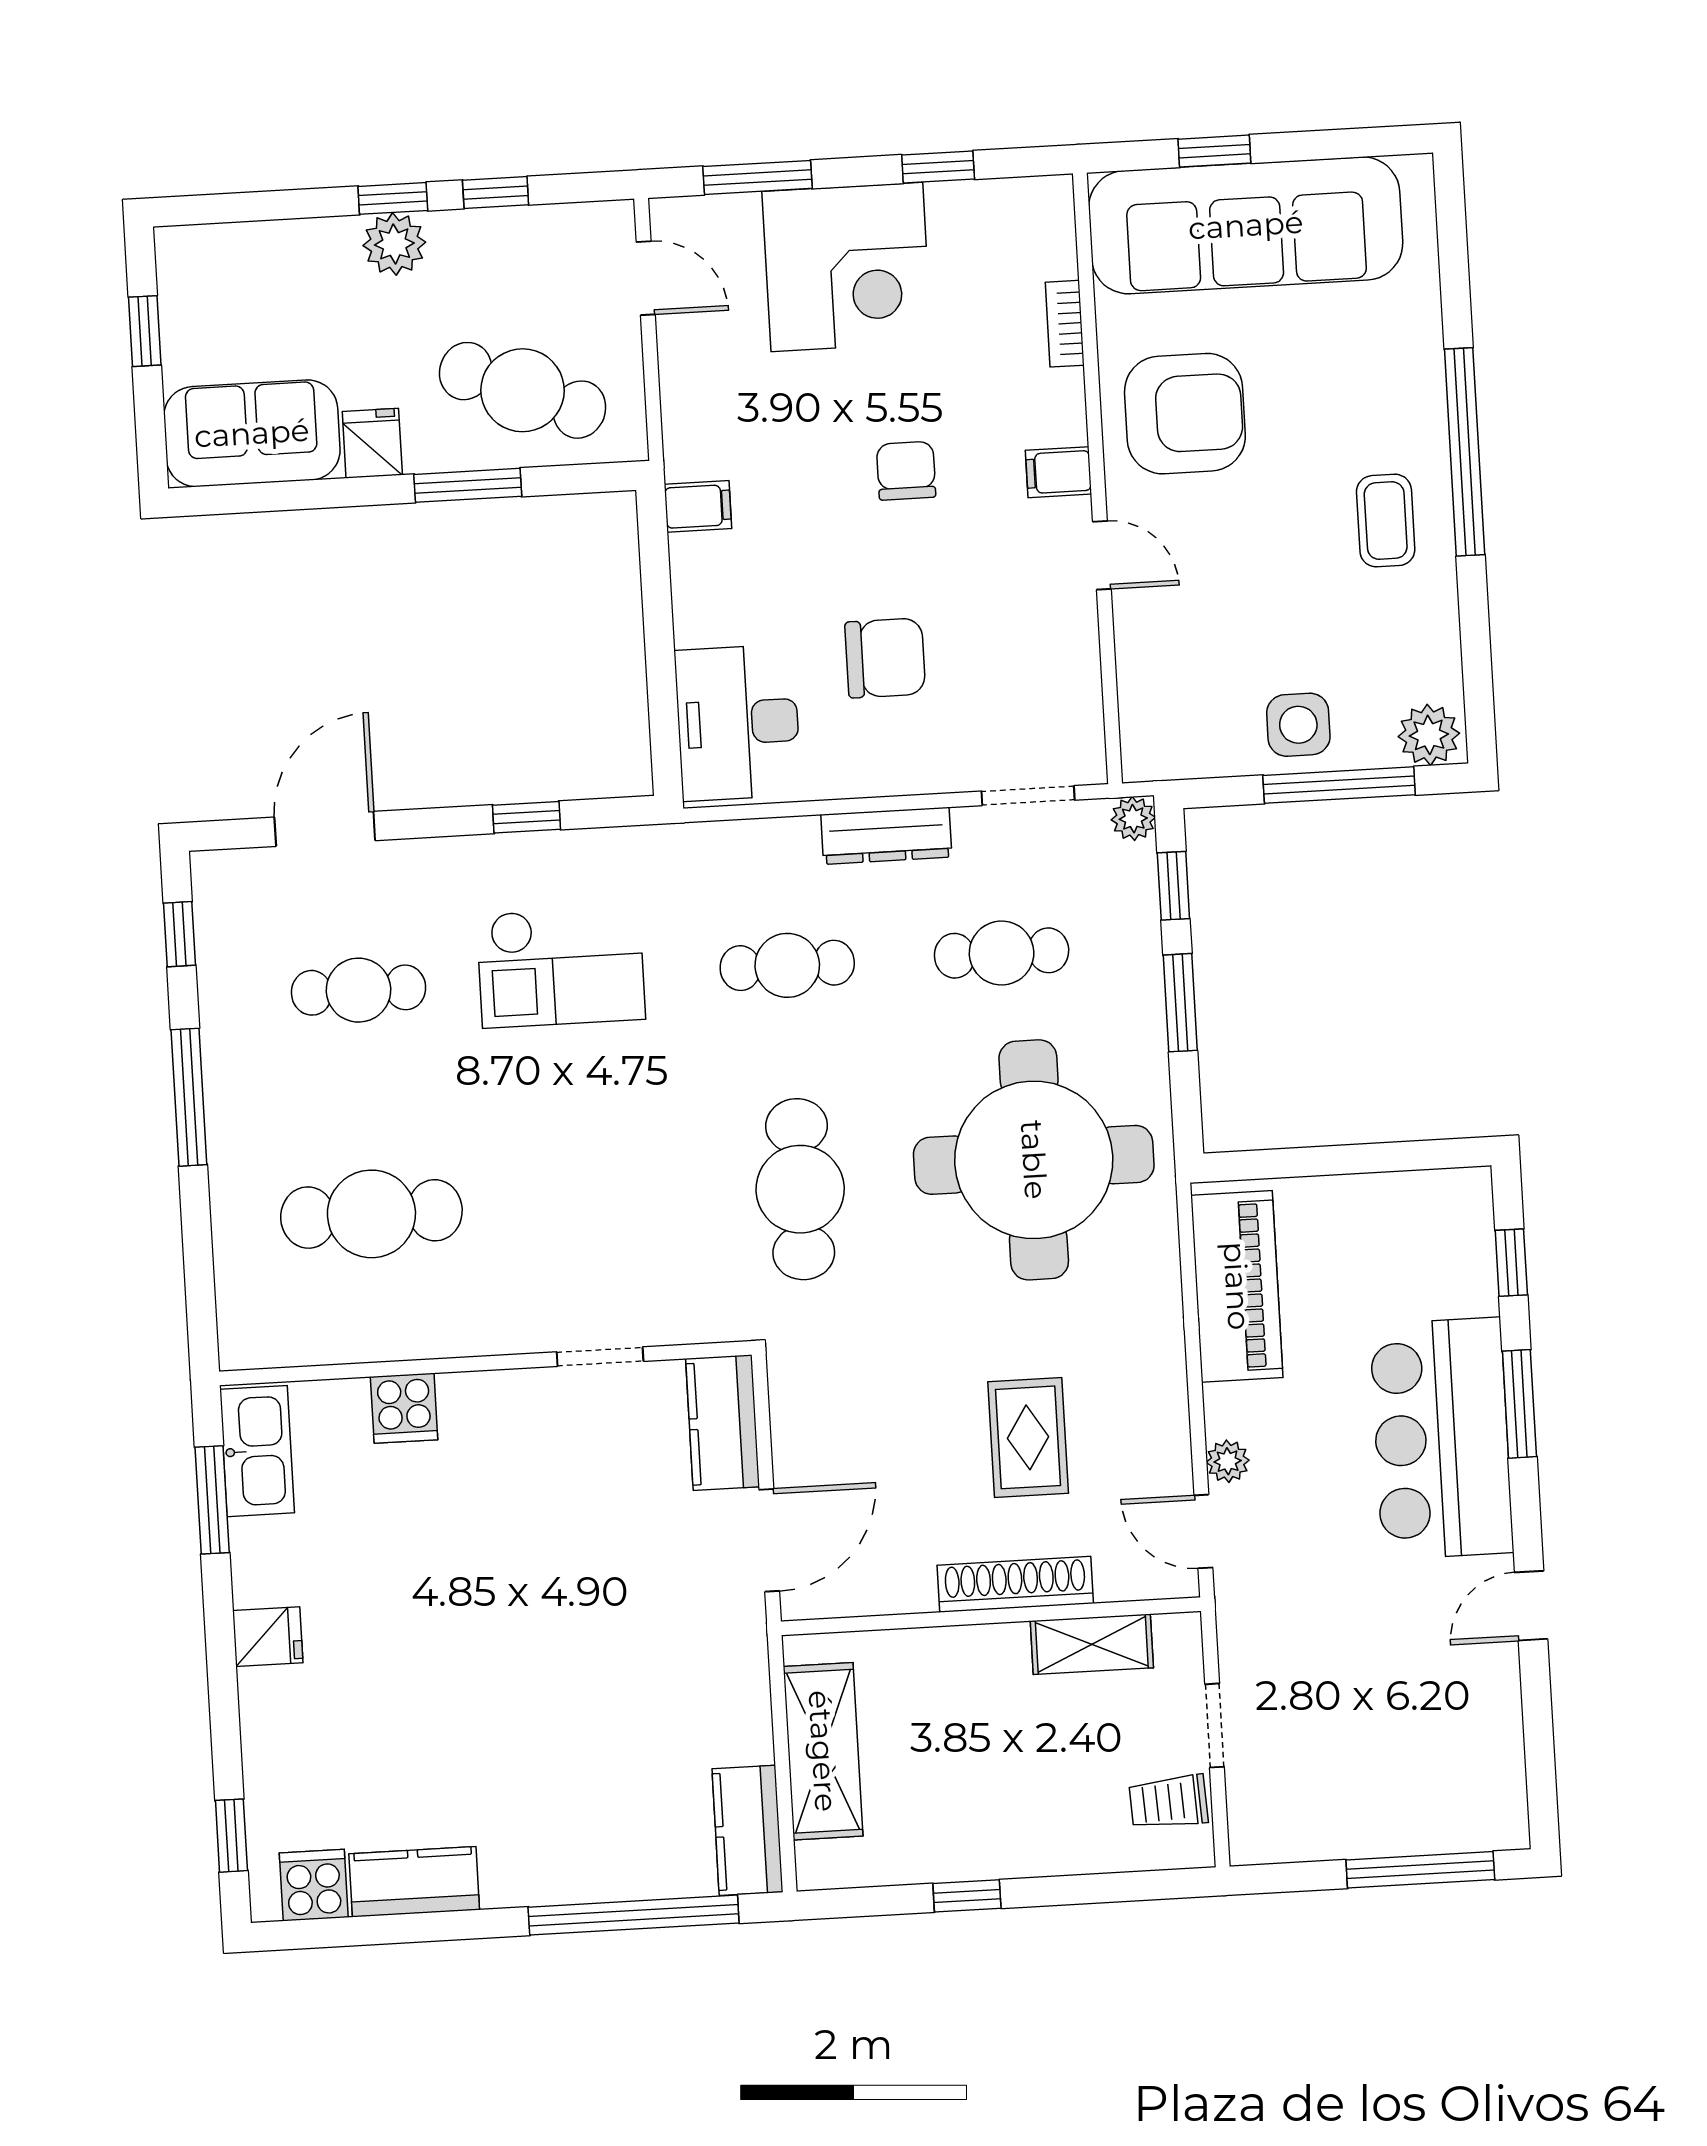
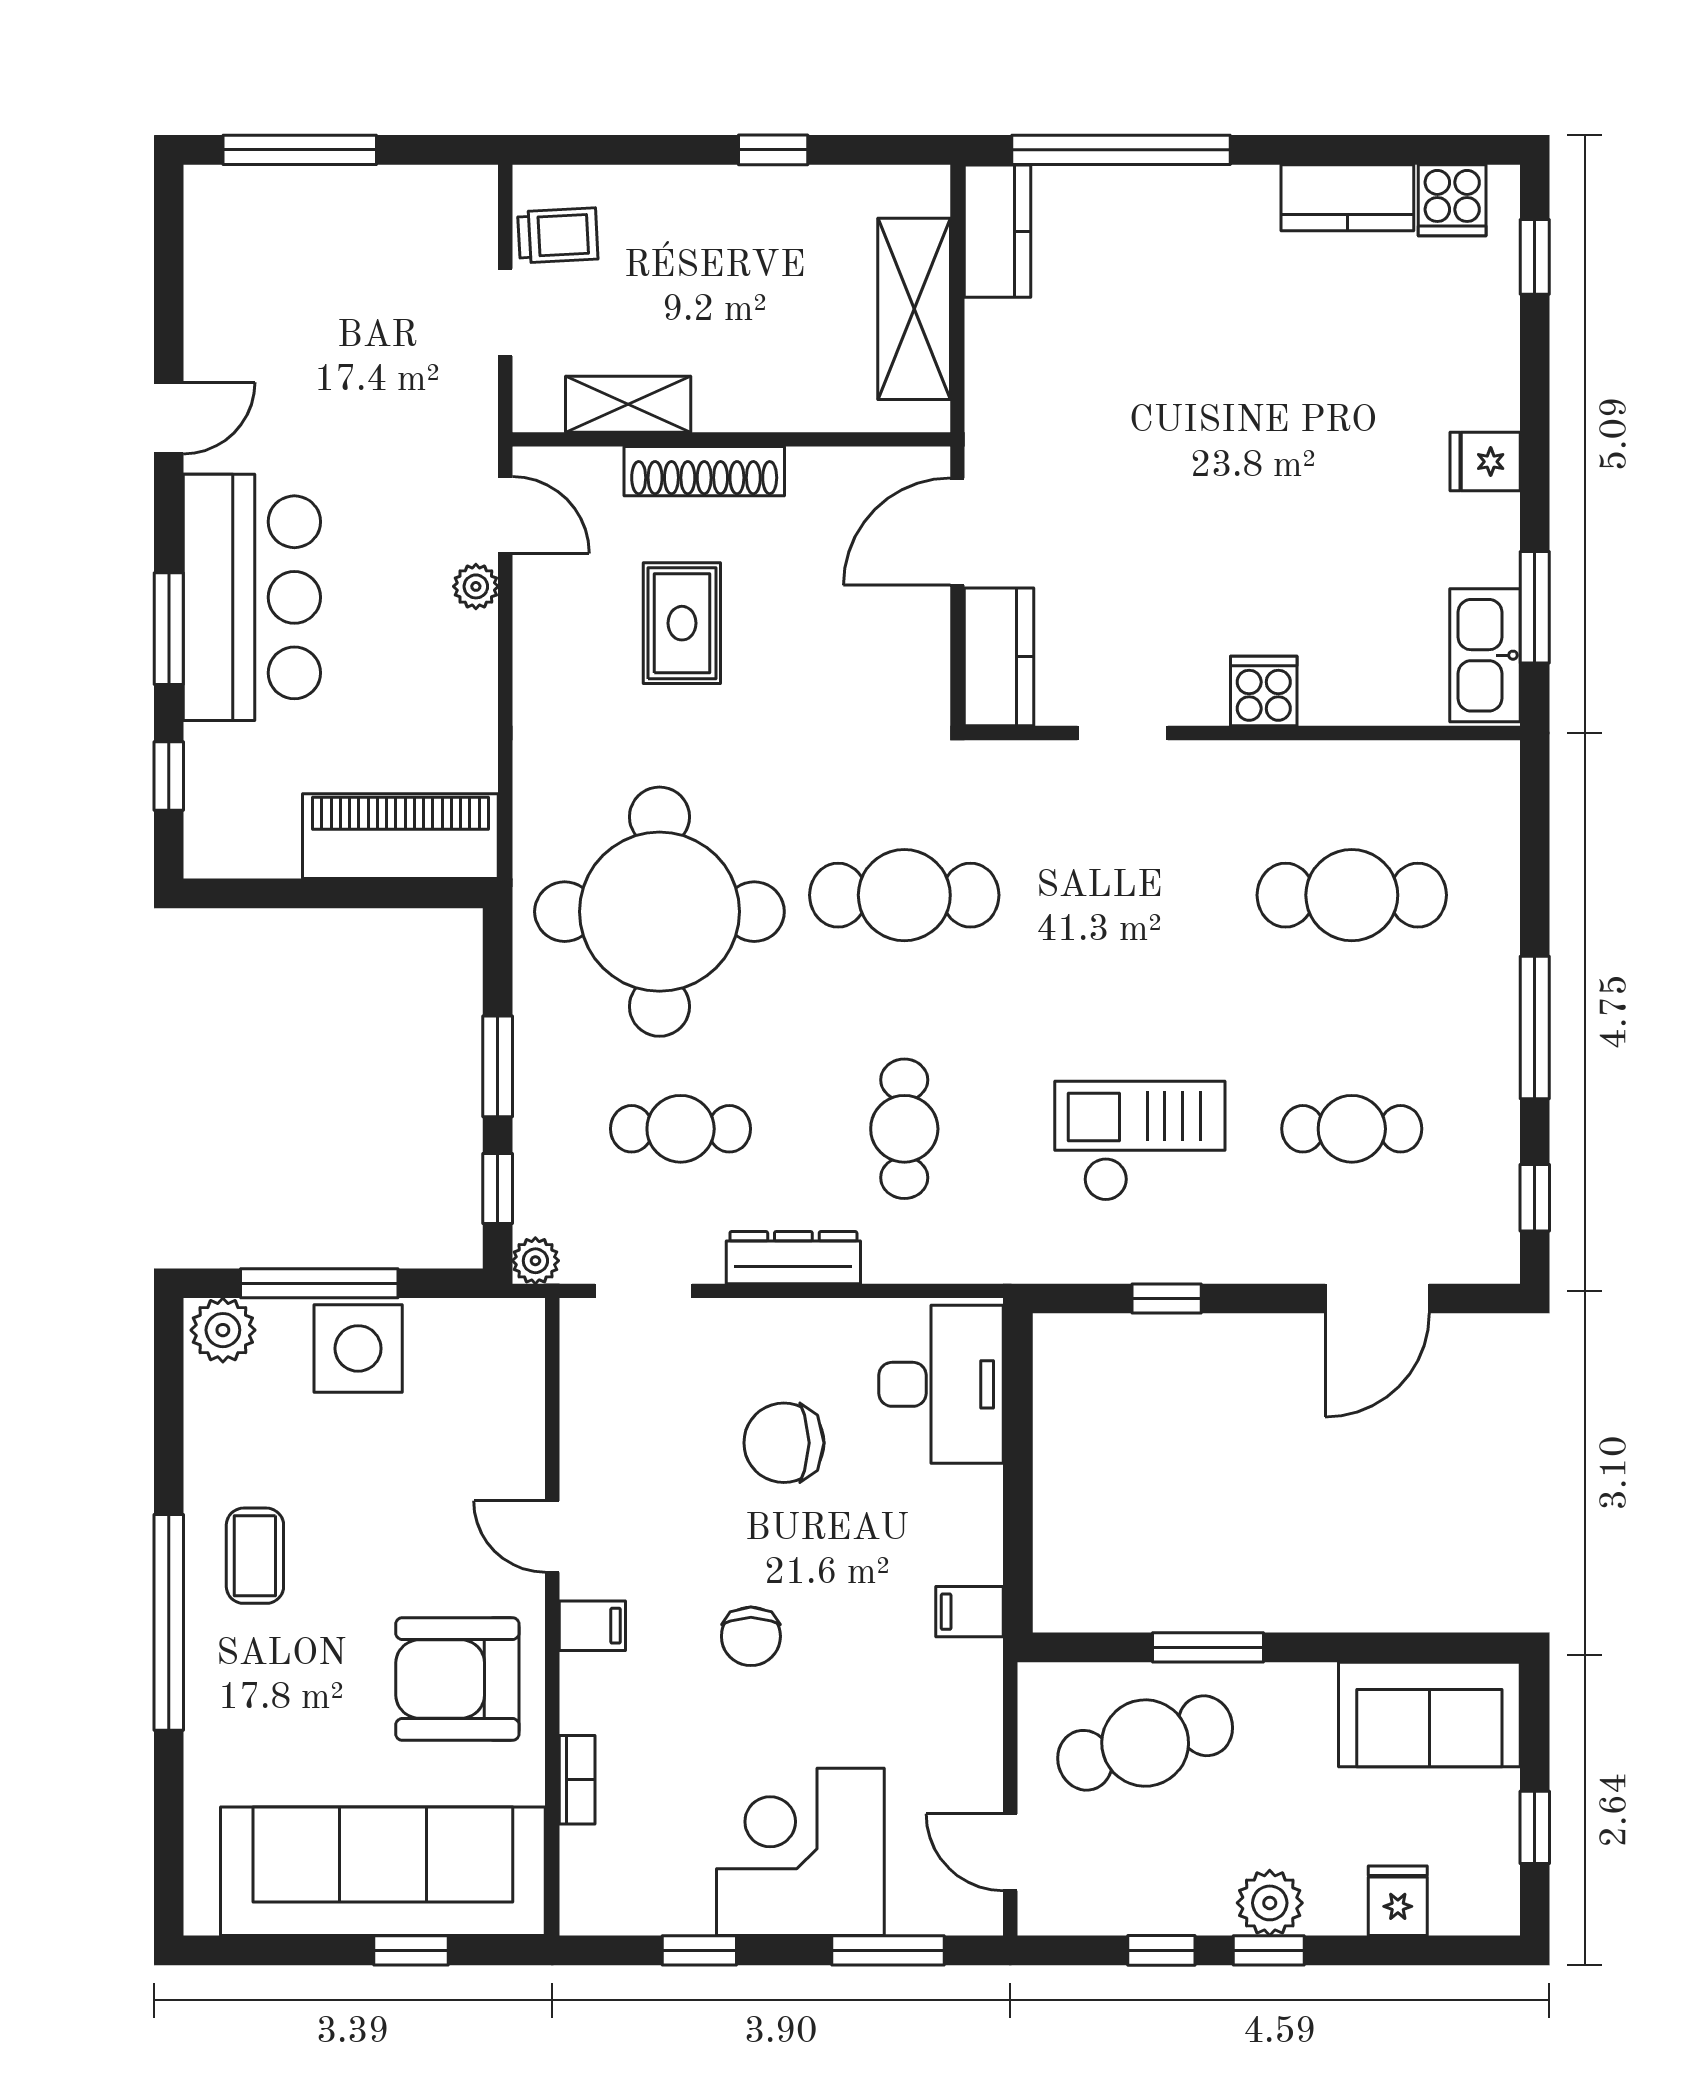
cafe table: (523, 390) -> (1145, 1743), turned -38
fridge: (372, 443) -> (1398, 1901), moved, turned 180
side table: (1298, 725) -> (358, 1348), width x1.37, depth x1.37
cafe table: (787, 965) -> (904, 1129), turned 90
cafe table: (800, 1189) -> (904, 895), turned 90
piano: (1237, 1286) -> (400, 836), moved, turned 90
cooker: (404, 1408) -> (1264, 691), moved

